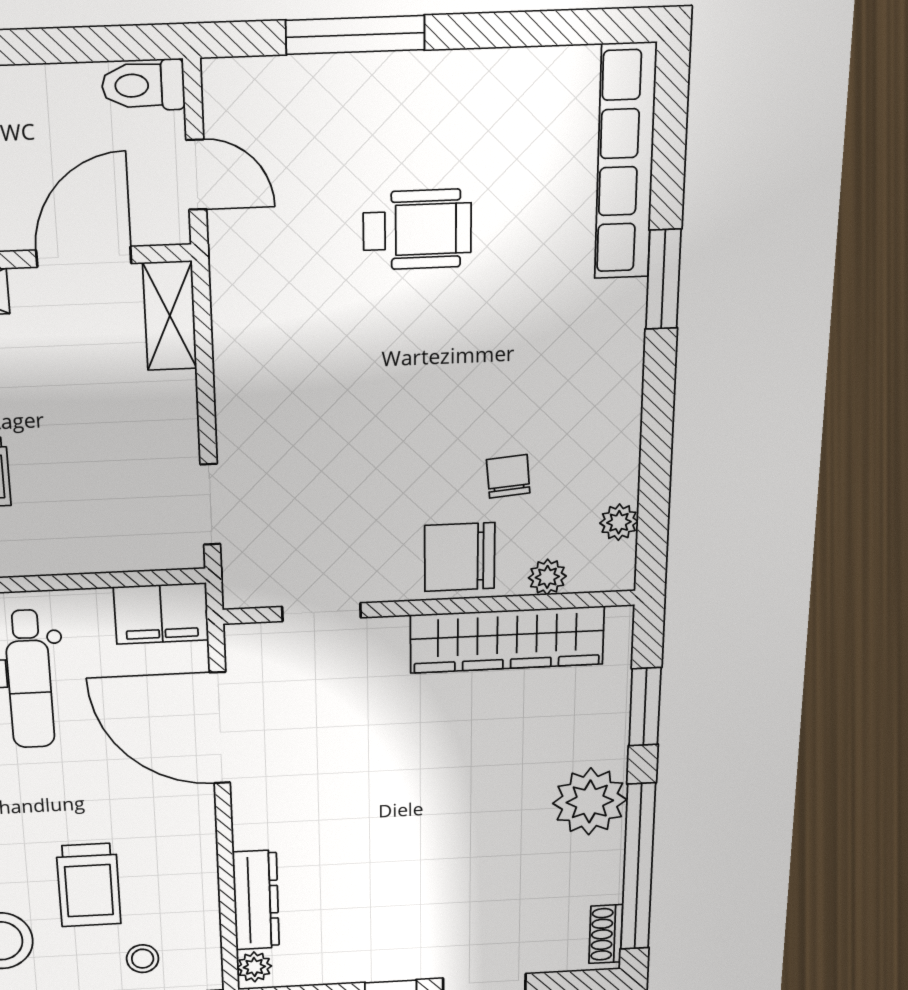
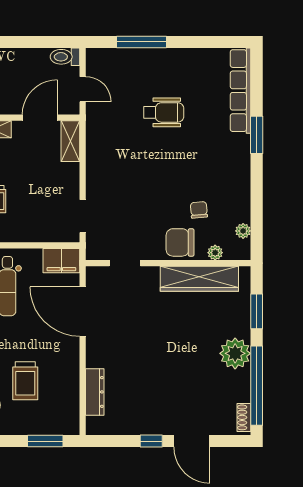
stool: (143, 959) -> (46, 417), removed
plant: (254, 967) -> (93, 424), removed

